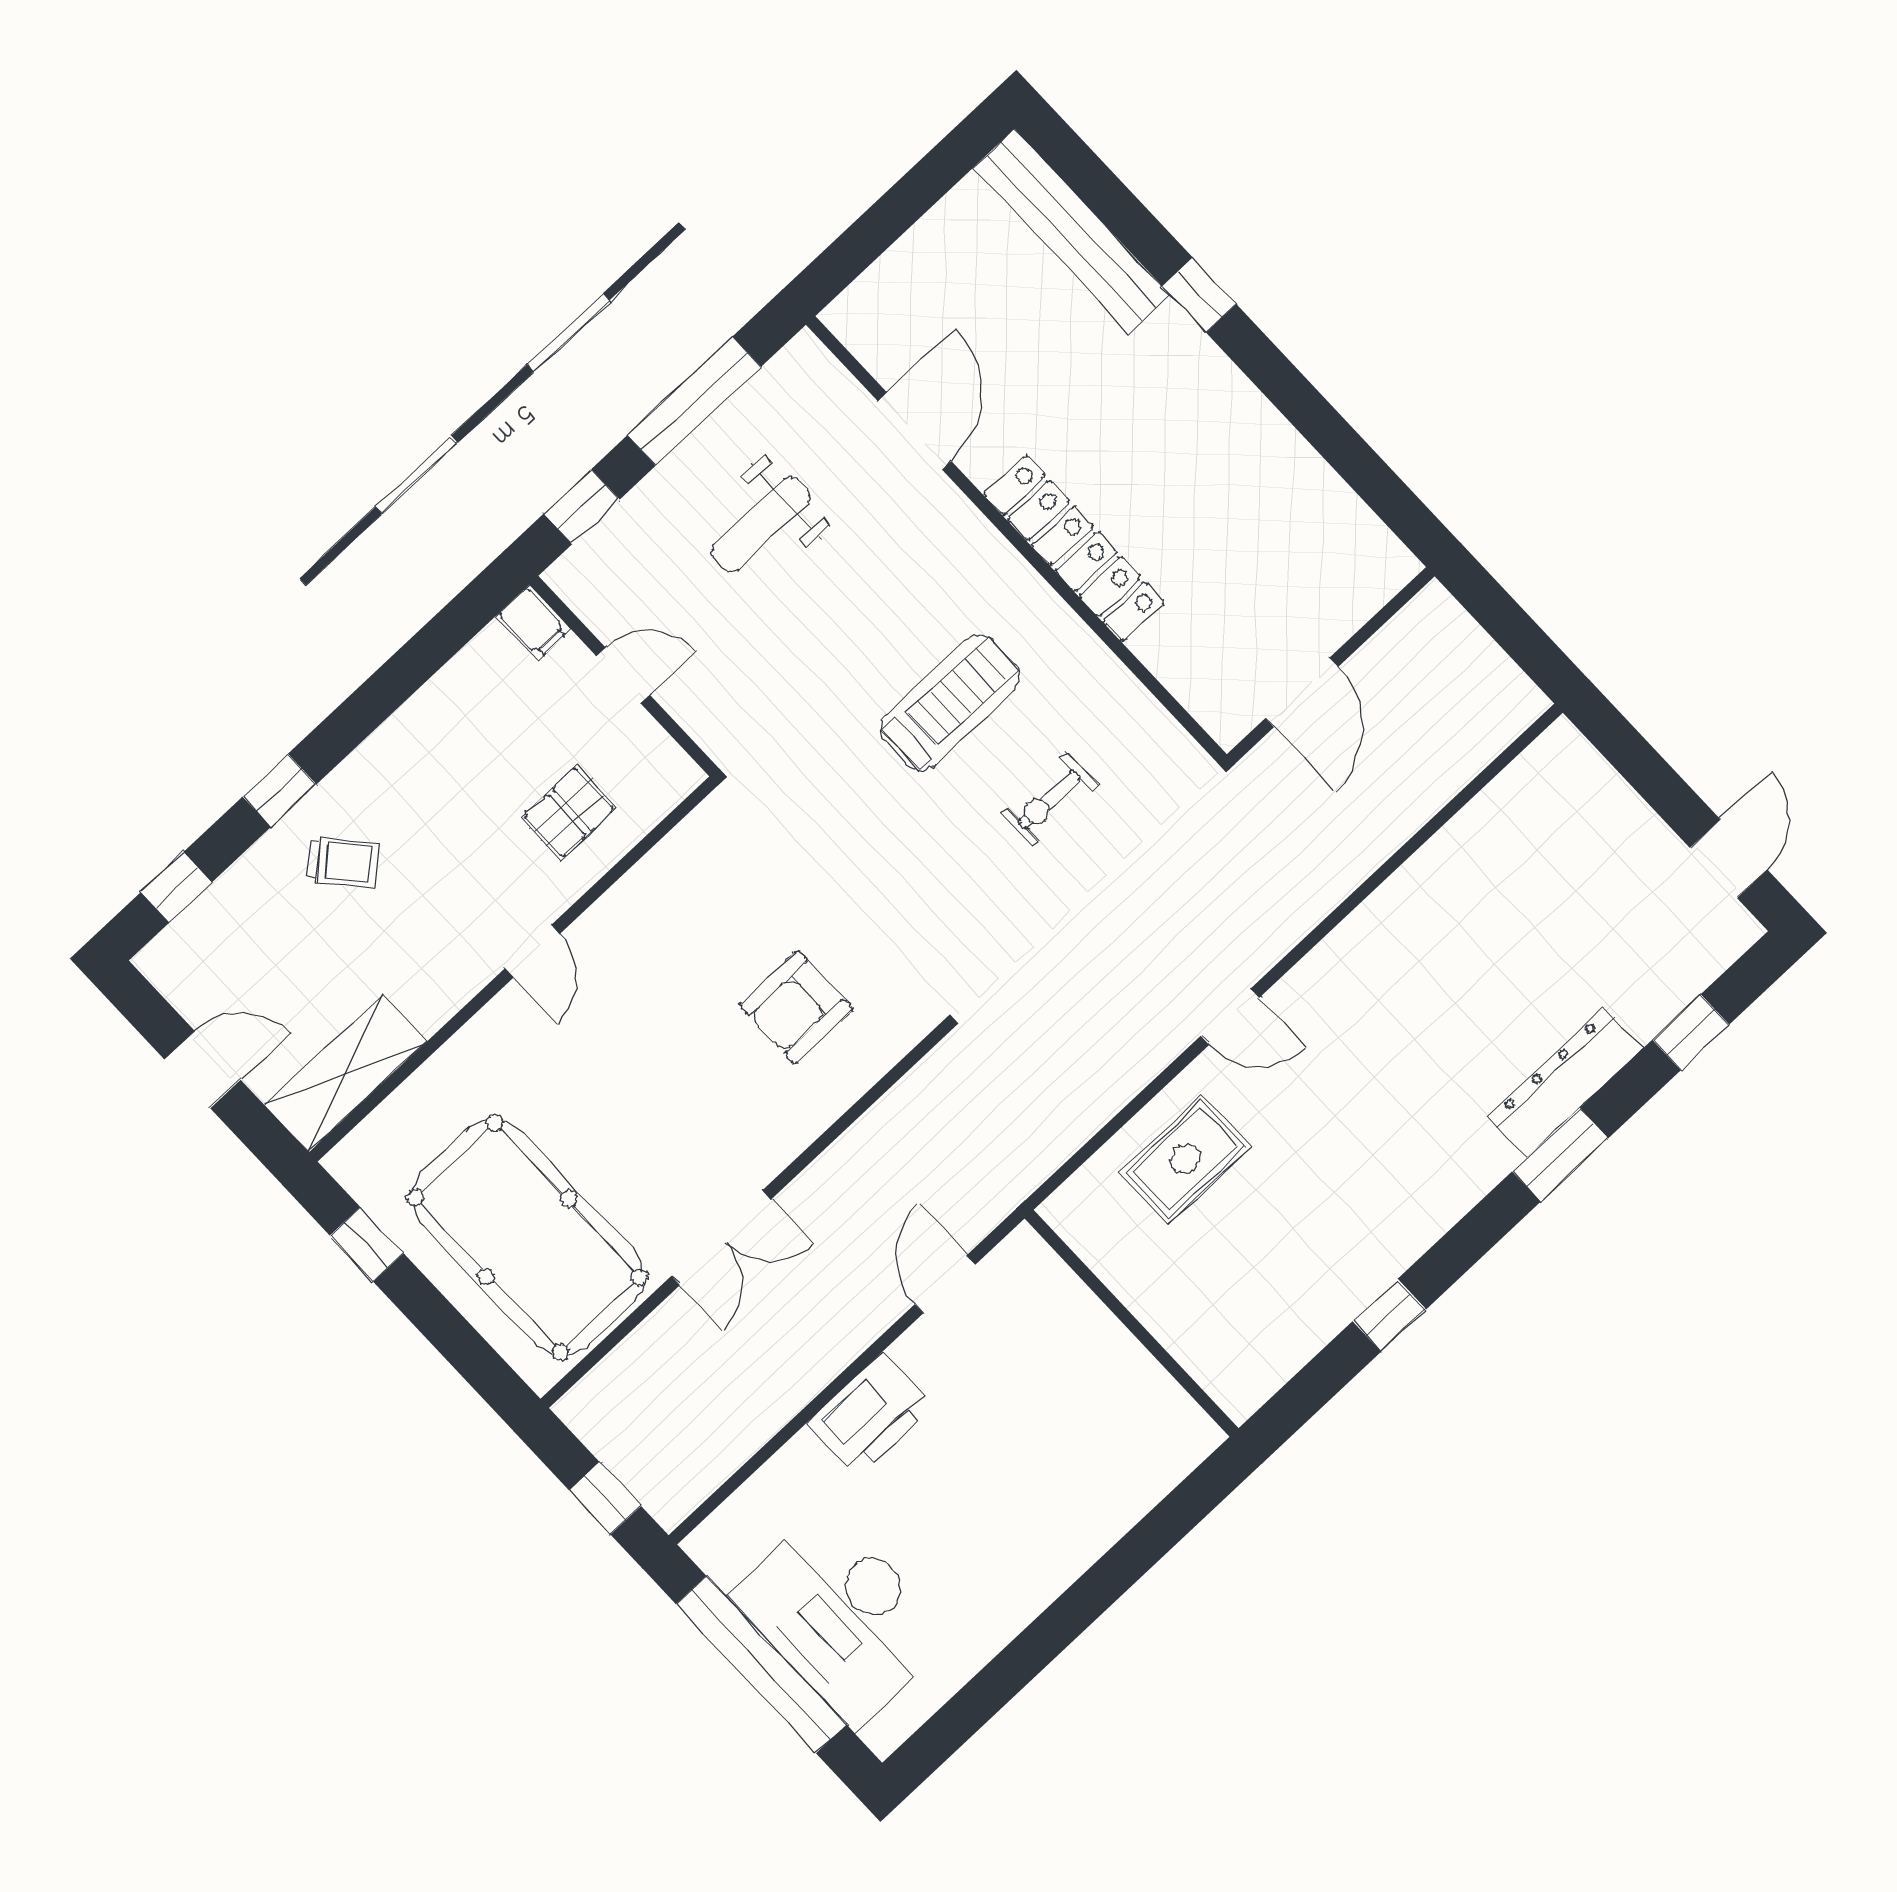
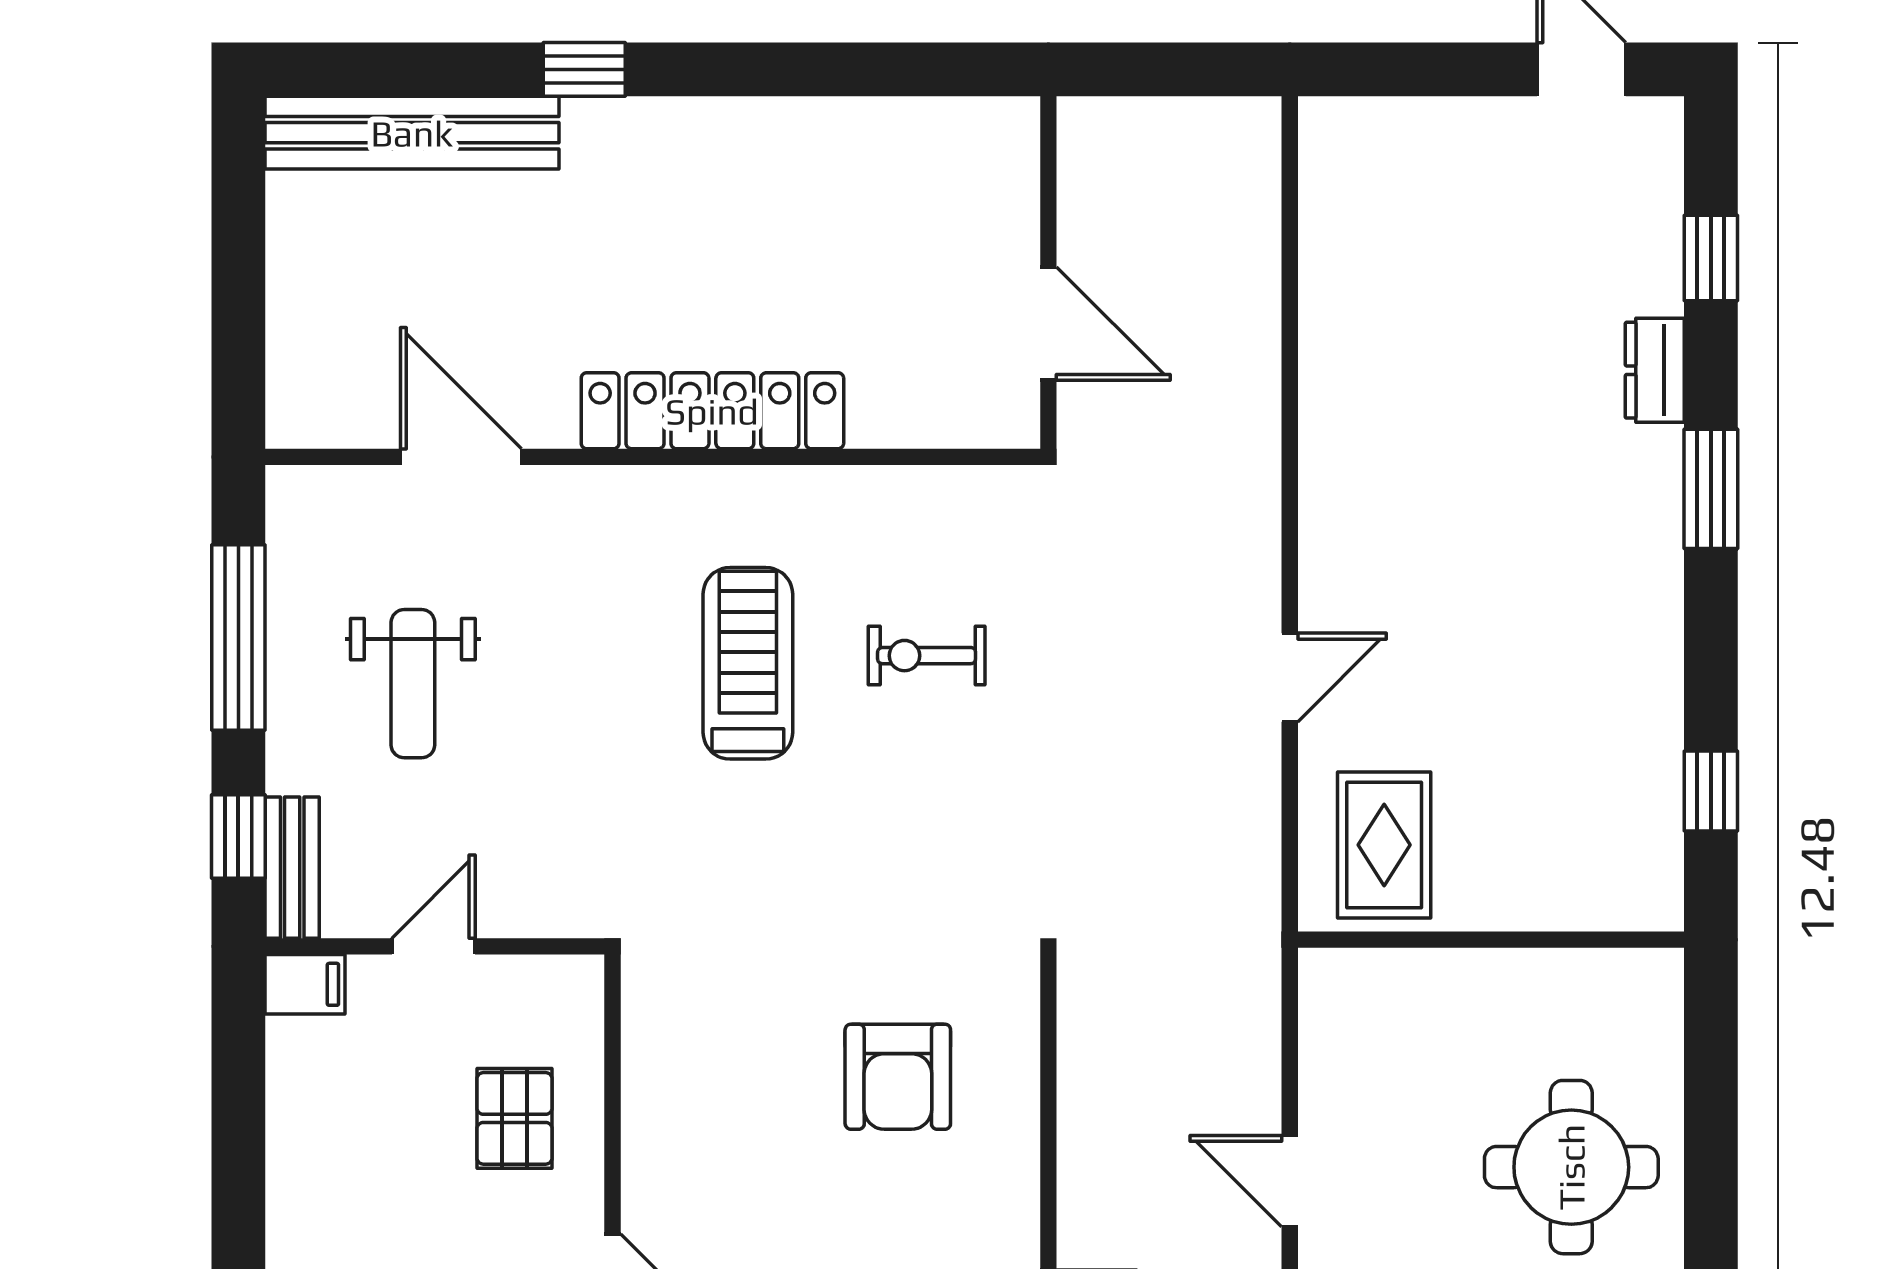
bench: (593, 554) -> (292, 868), added
exercise bike: (1049, 800) -> (927, 656), turned 90
dresser: (1565, 1083) -> (1655, 370), width x0.51, depth x0.80
wall: (1132, 1323) -> (1491, 940), moved
round table: (1103, 1436) -> (1571, 1167), added

